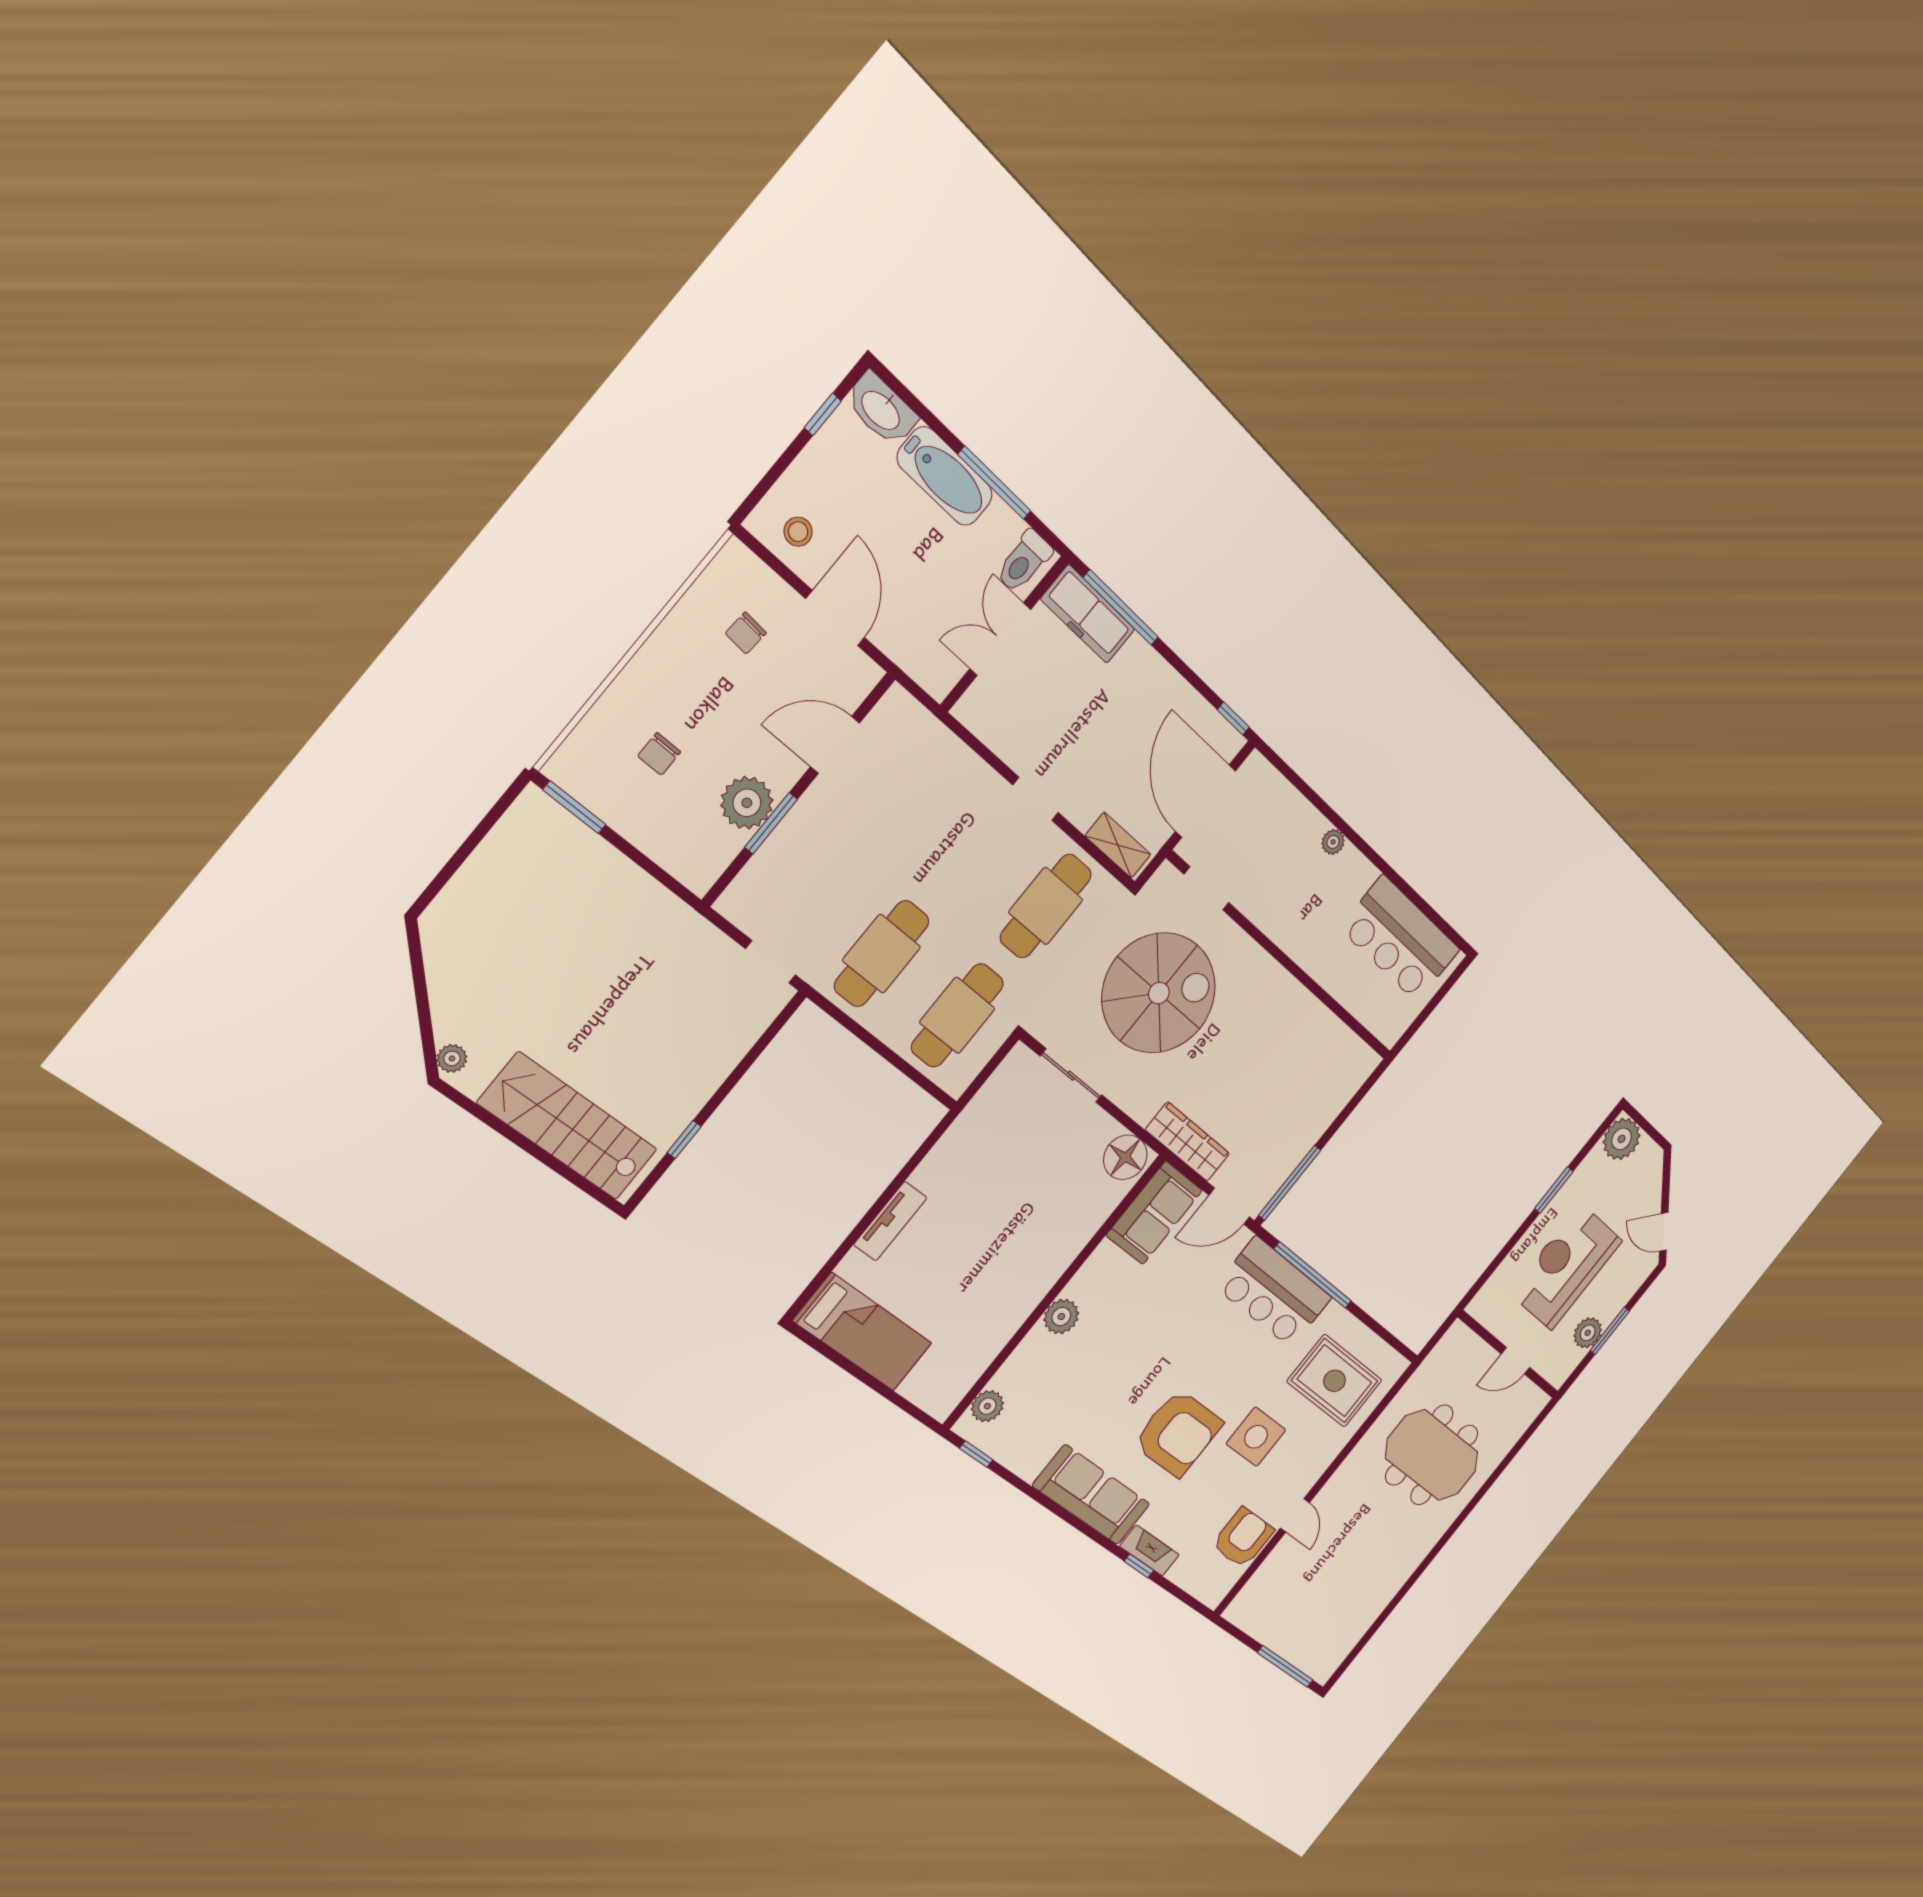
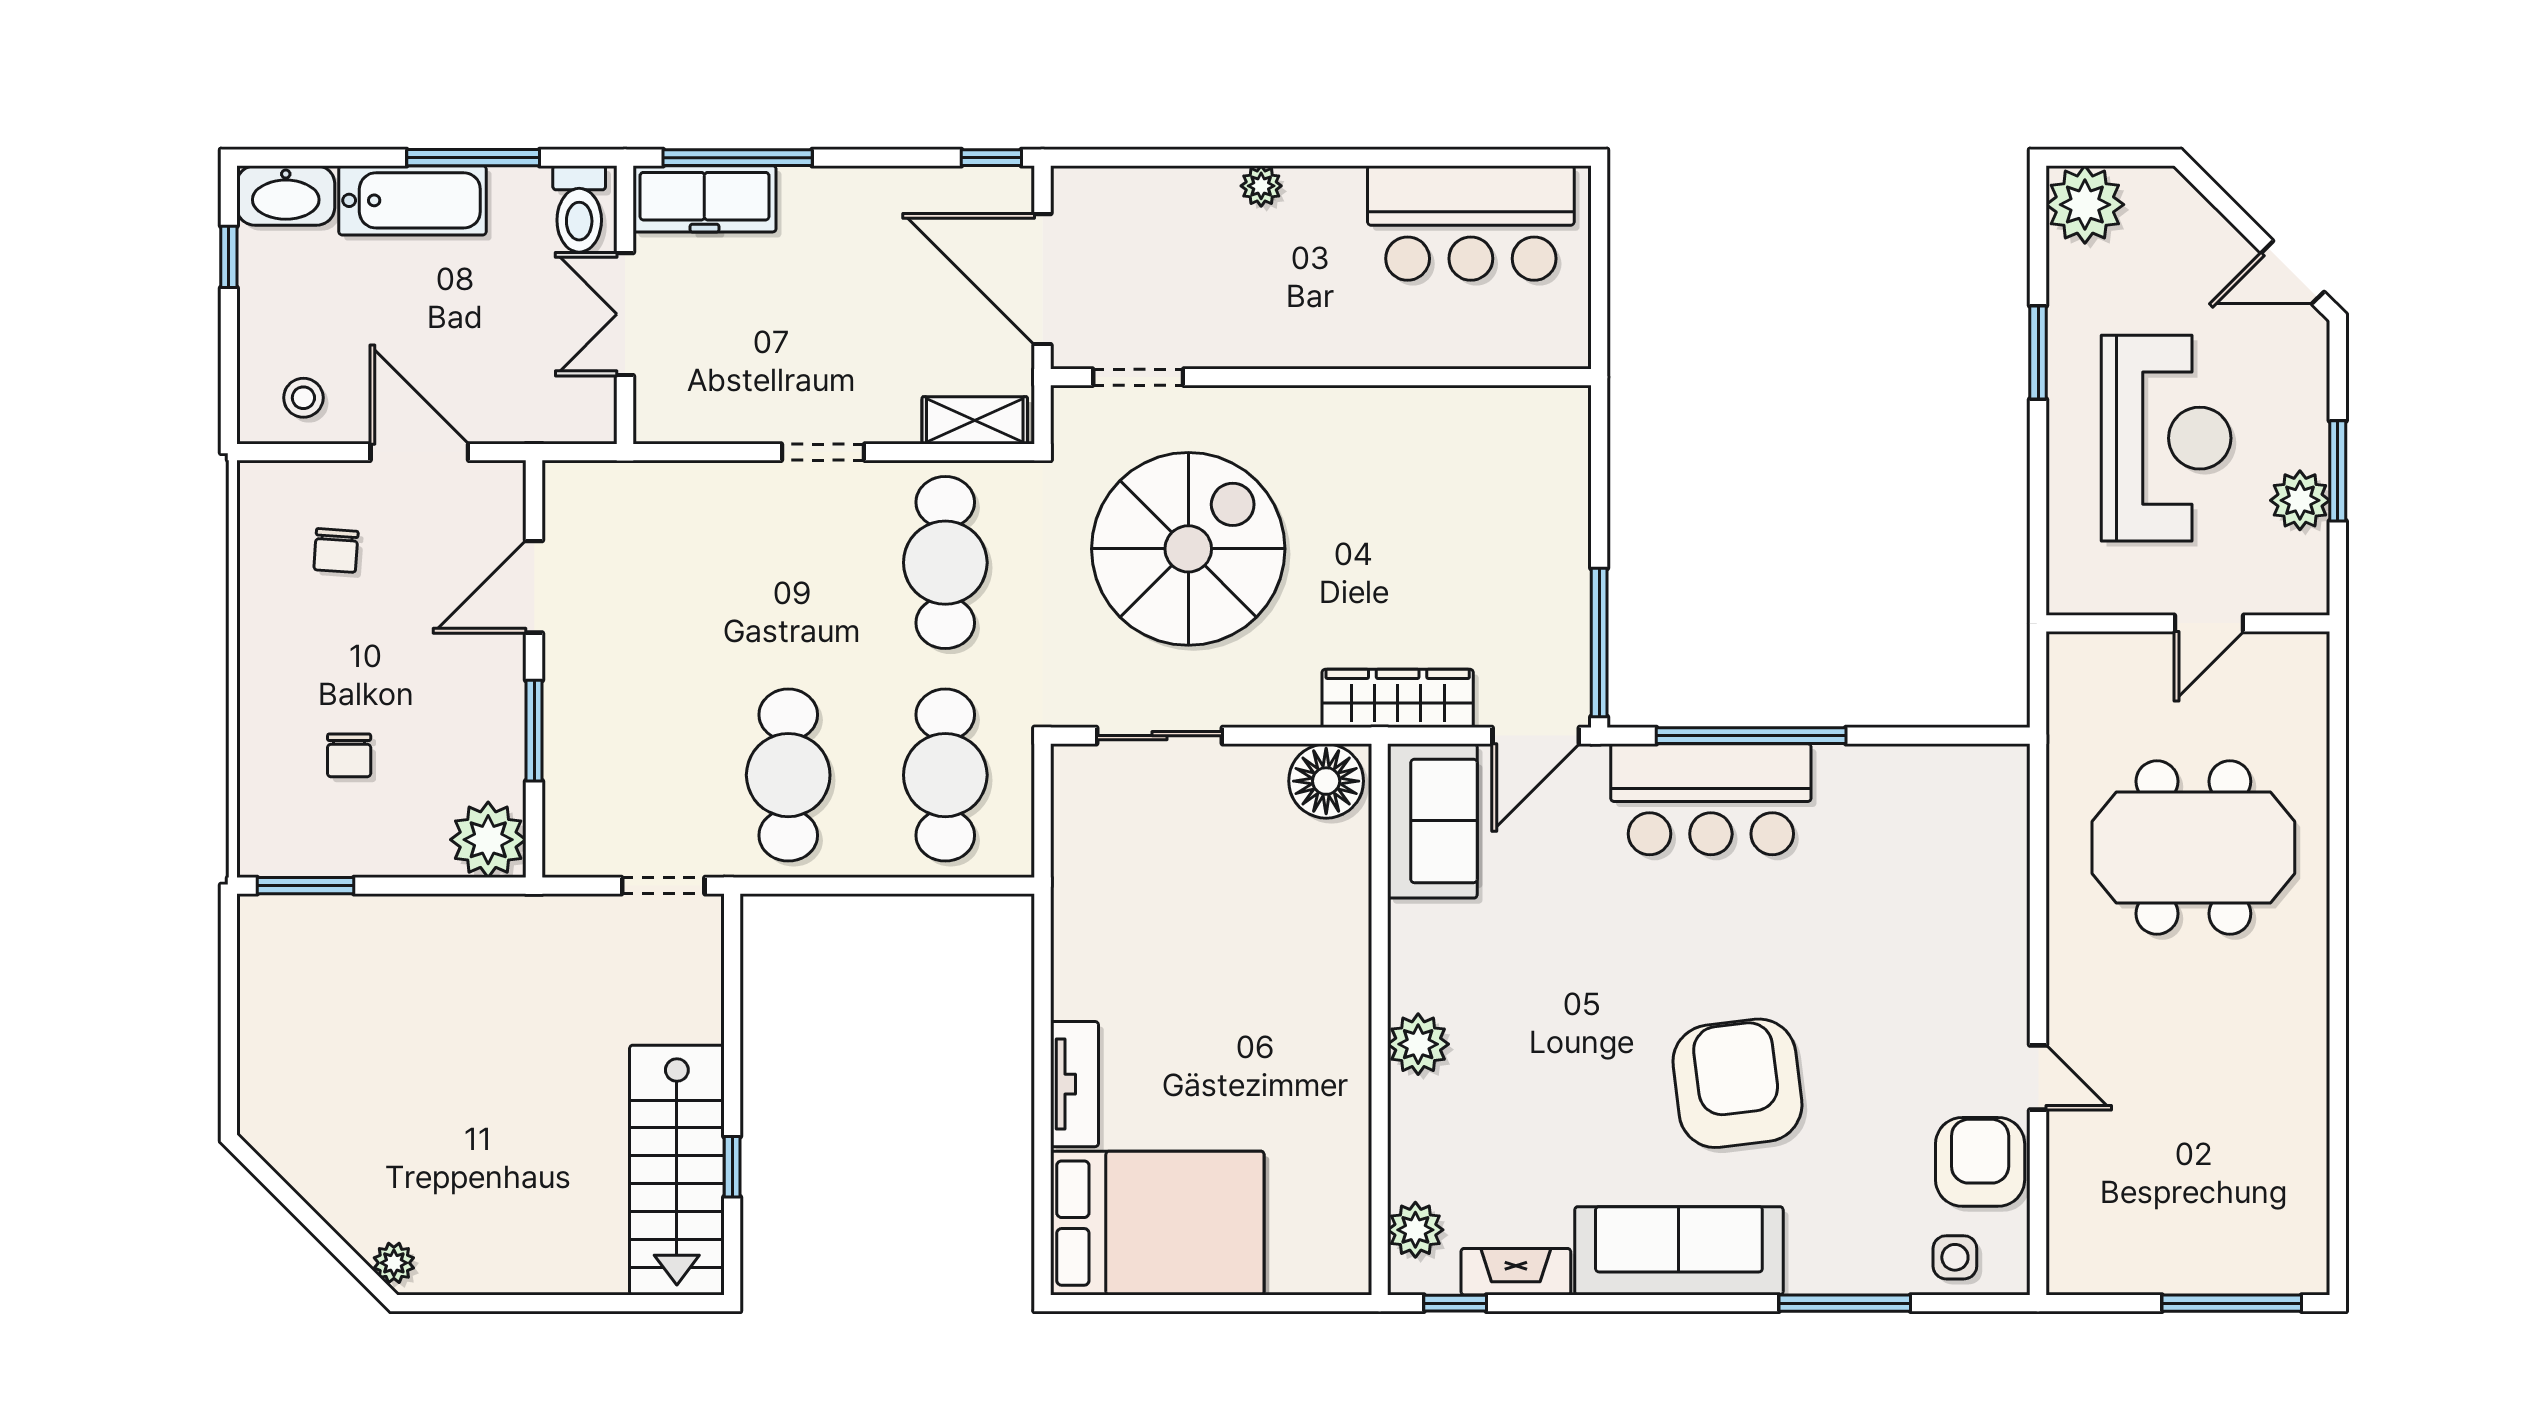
plant: (747, 803) -> (488, 840), moved
stairs: (568, 1126) -> (677, 1170), moved, turned -90
reception desk: (1566, 1267) -> (2166, 438), turned 180
bed: (863, 1332) -> (1157, 1223), width x1.50
rug: (1335, 1381) -> (1924, 852), removed
armchair: (1178, 1433) -> (1737, 1083), turned -97
side table: (1256, 1437) -> (1955, 1257), moved, width x0.54, depth x0.54
fireplace: (1149, 1551) -> (1516, 1272), moved
window: (1139, 1566) -> (1845, 1303), width x2.17

